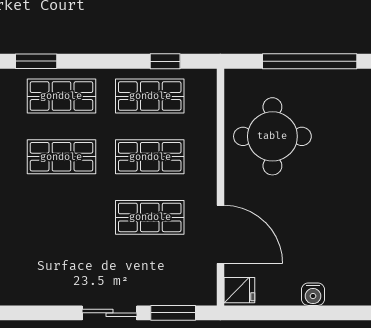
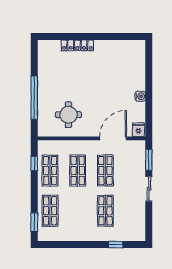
round table: (272, 136) -> (68, 115), width x0.73, depth x0.73
shop shelf: (61, 157) -> (105, 211), moved

